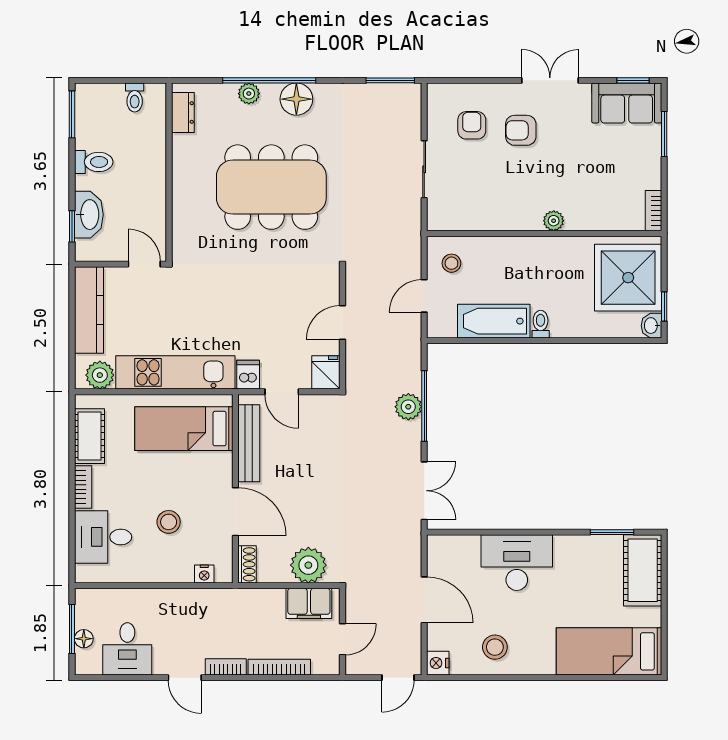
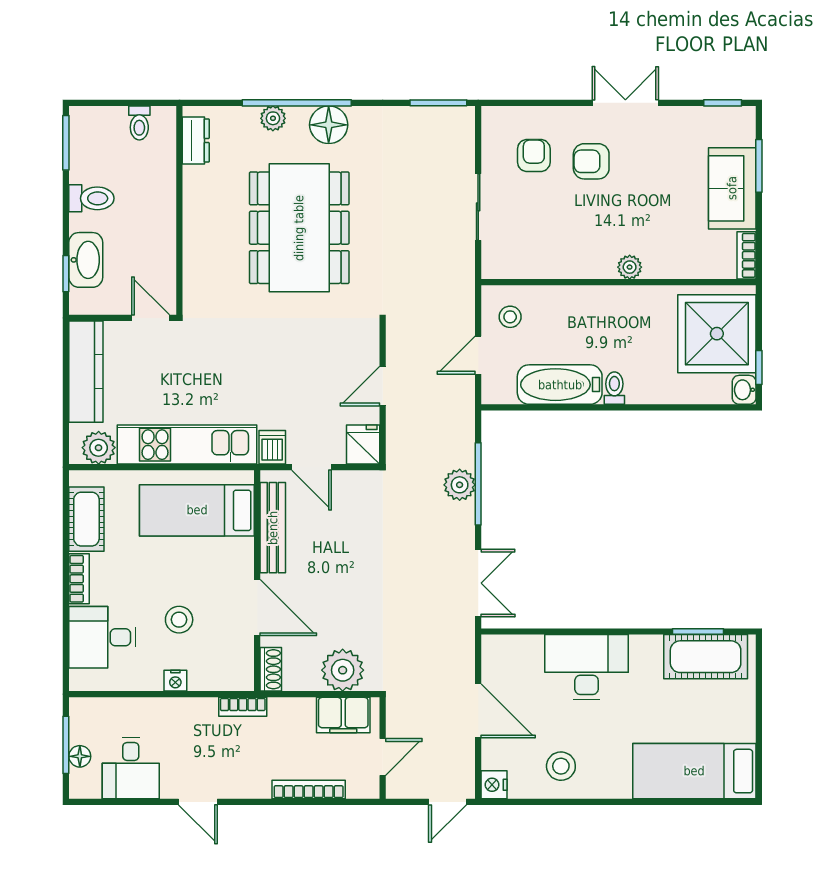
sofa: (627, 103) -> (732, 188), moved, turned 90
dining table: (271, 187) -> (299, 228), turned 90
cot: (643, 570) -> (706, 657), moved, turned 90
nightstand: (204, 574) -> (175, 681), moved
bookcase: (226, 667) -> (243, 707), moved, turned 180

